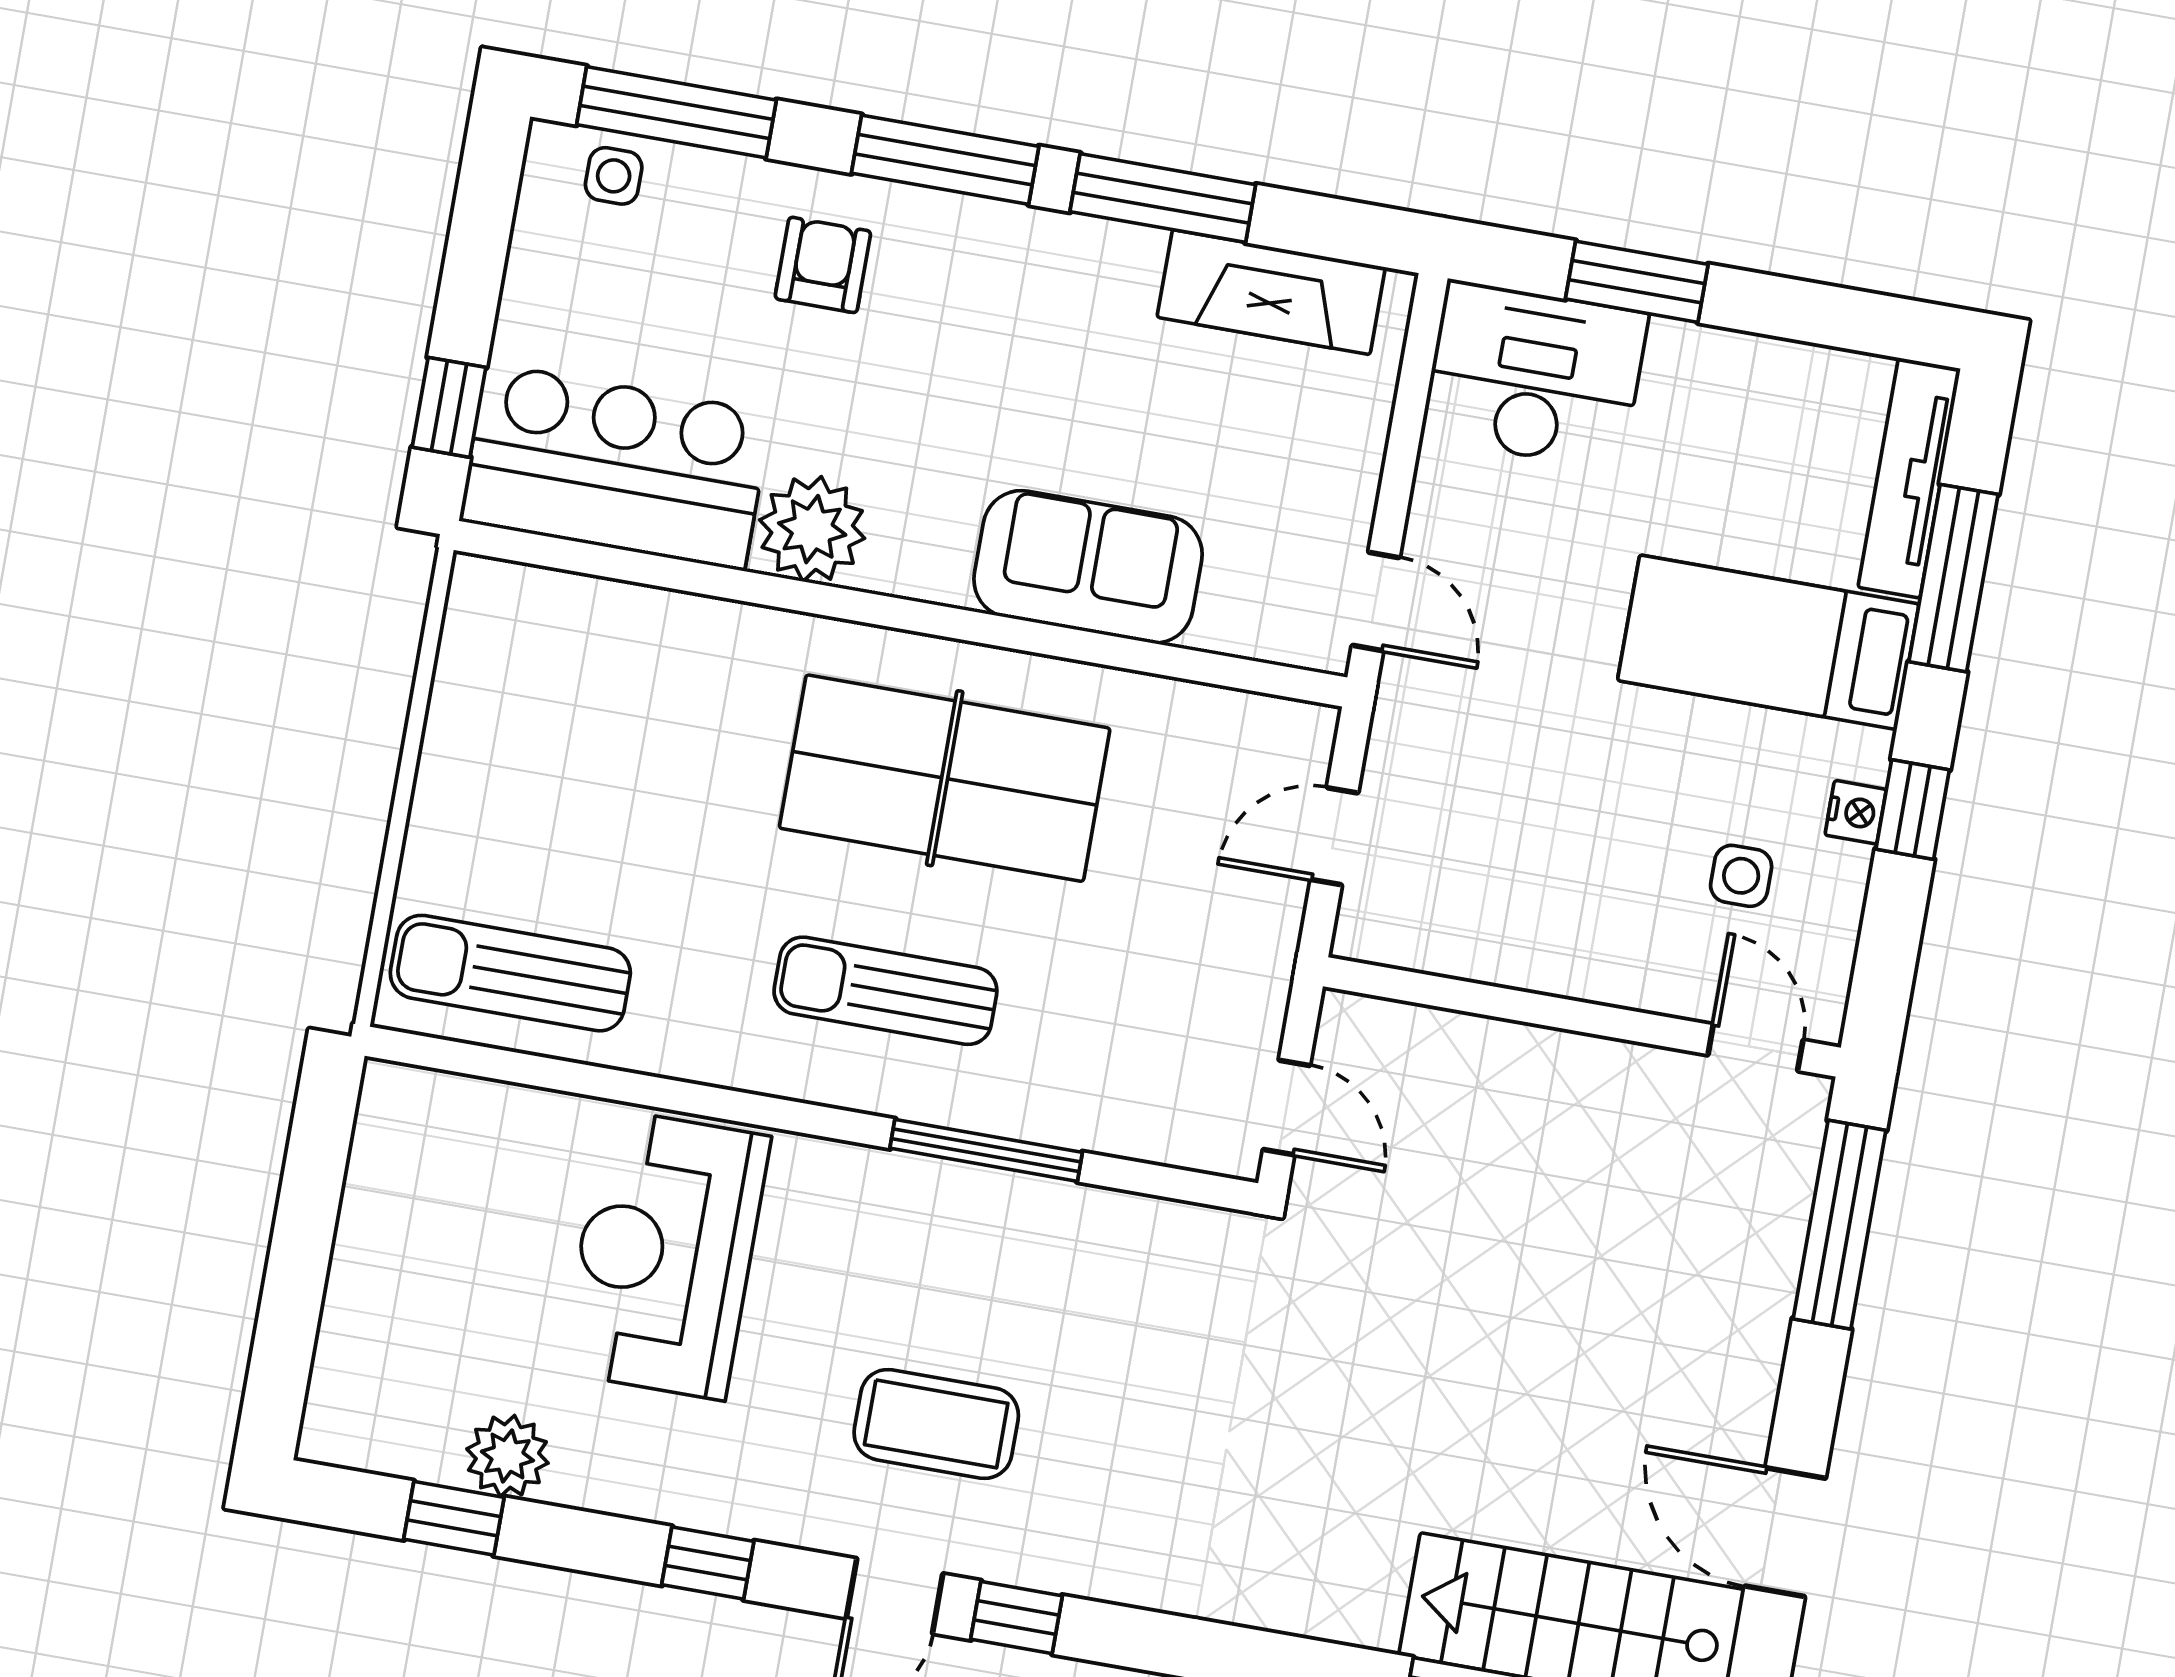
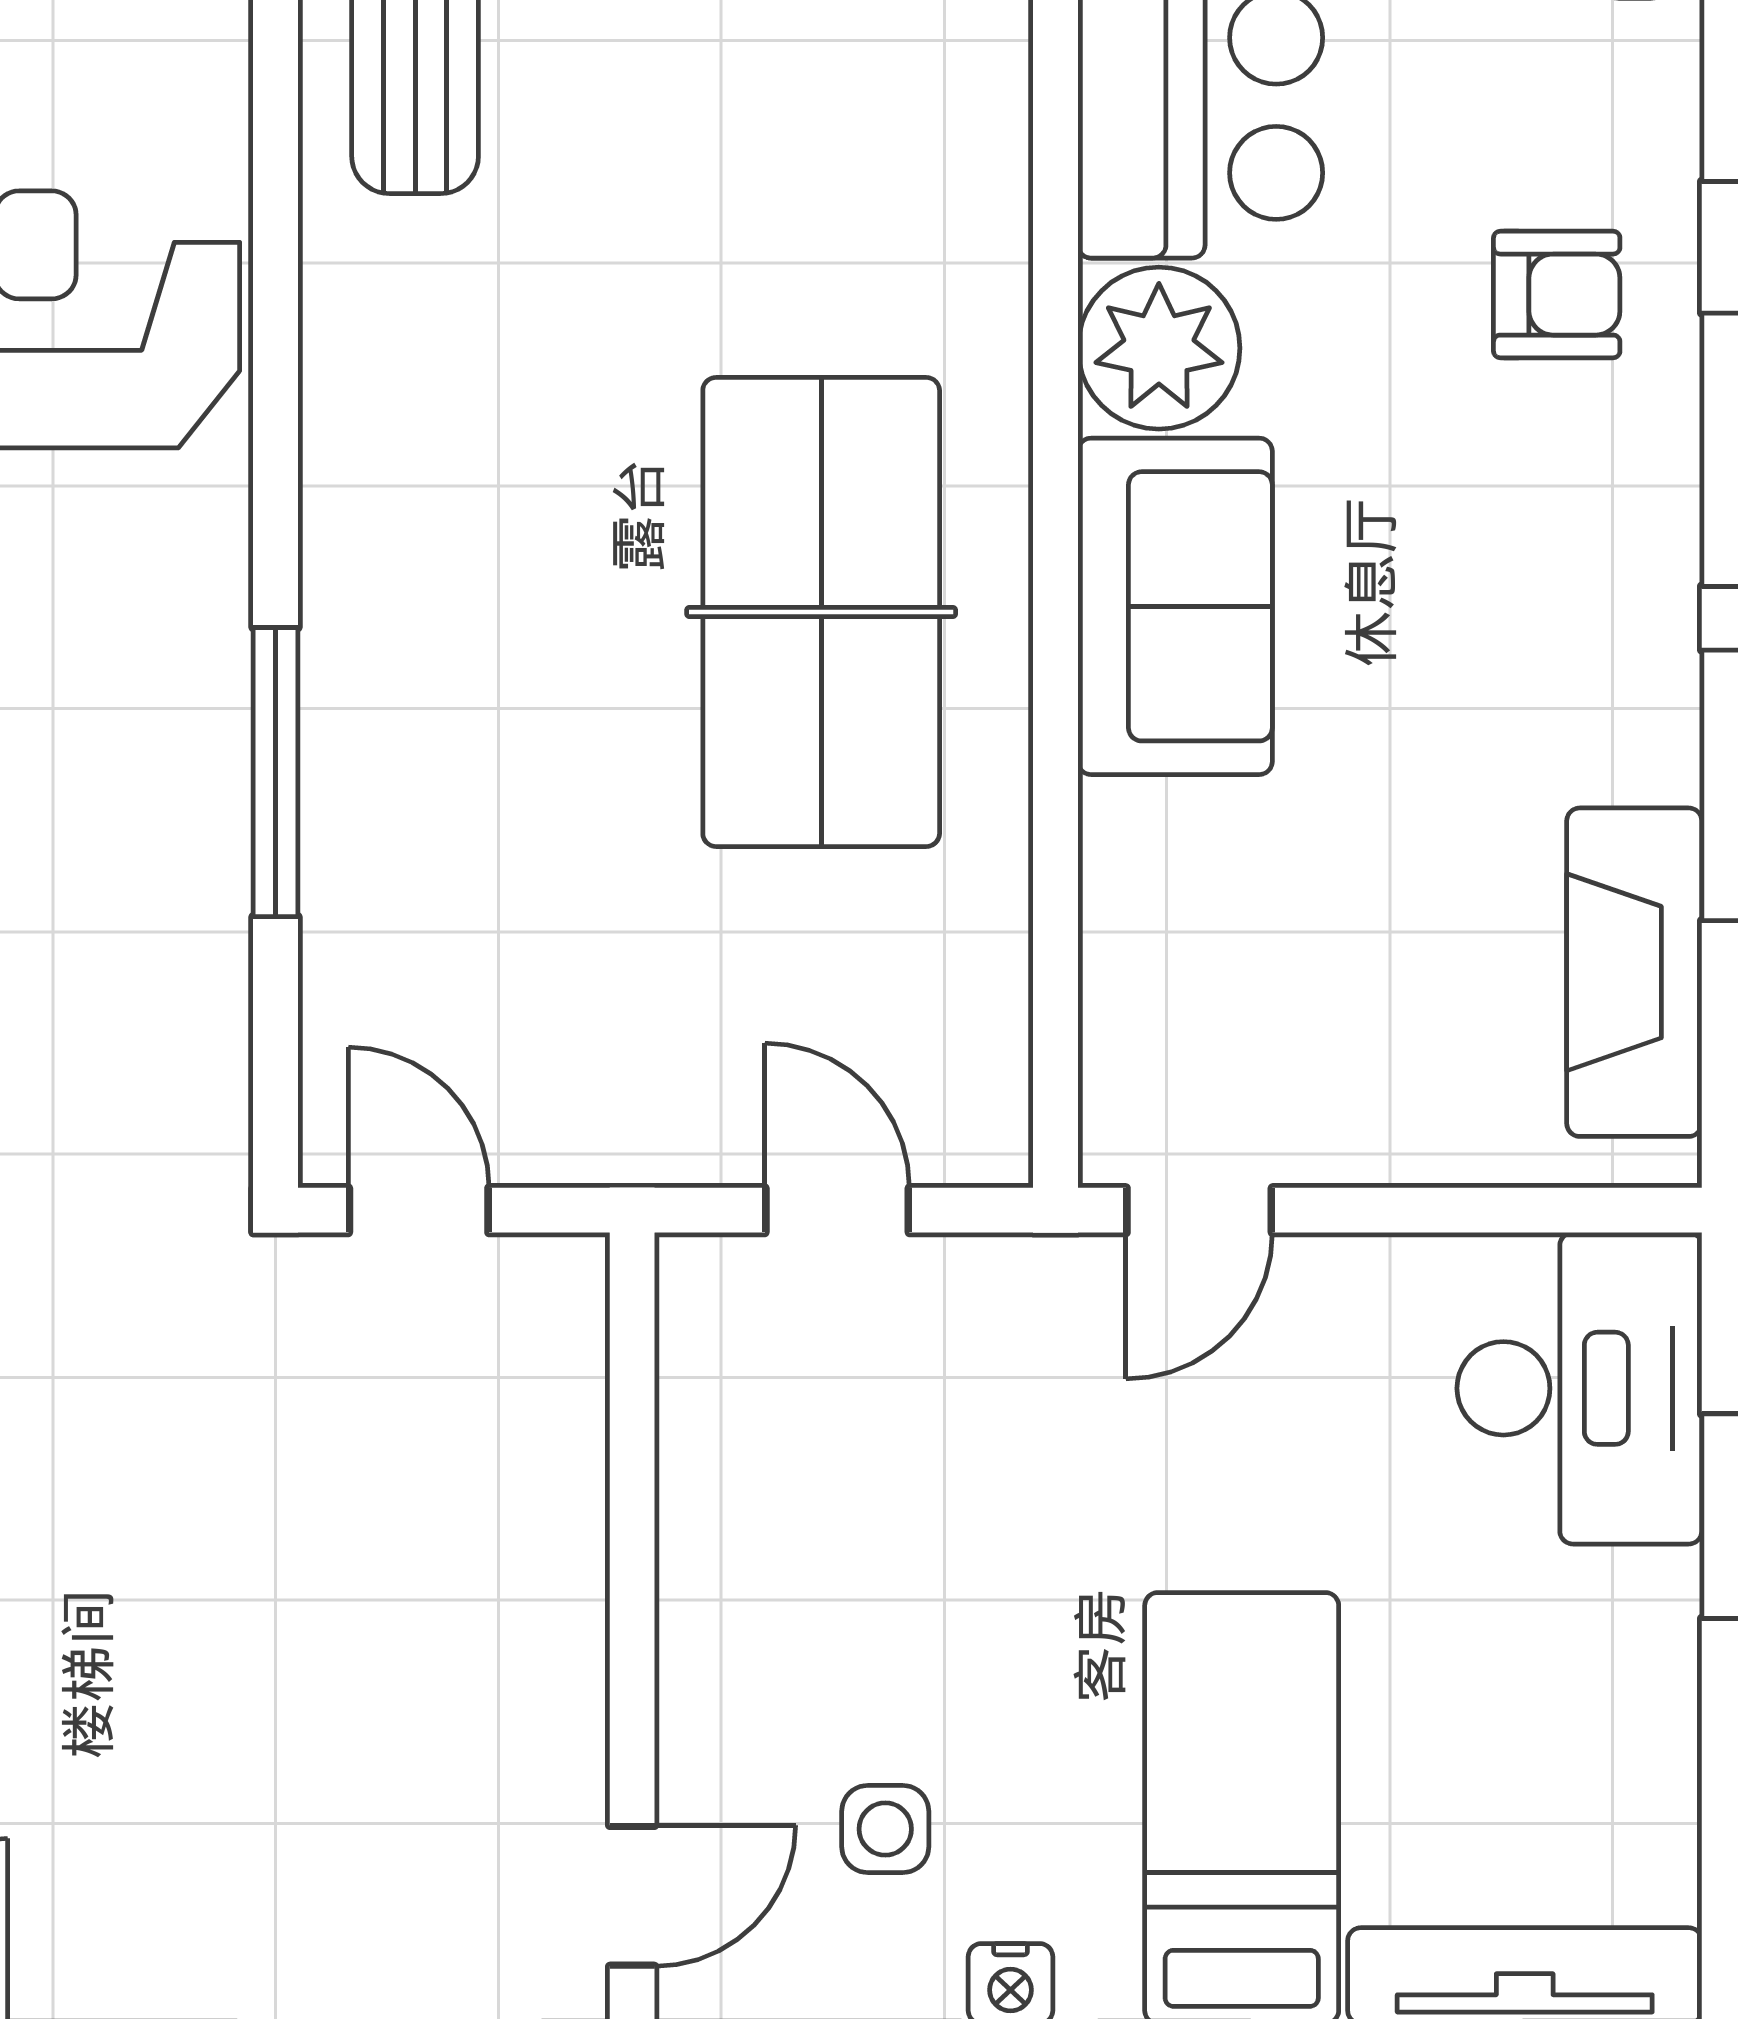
sofa: (1088, 567) -> (1175, 606), moved
sun lounger: (885, 991) -> (488, 580), removed
door: (1287, 1108) -> (419, 1210), swing flipped

